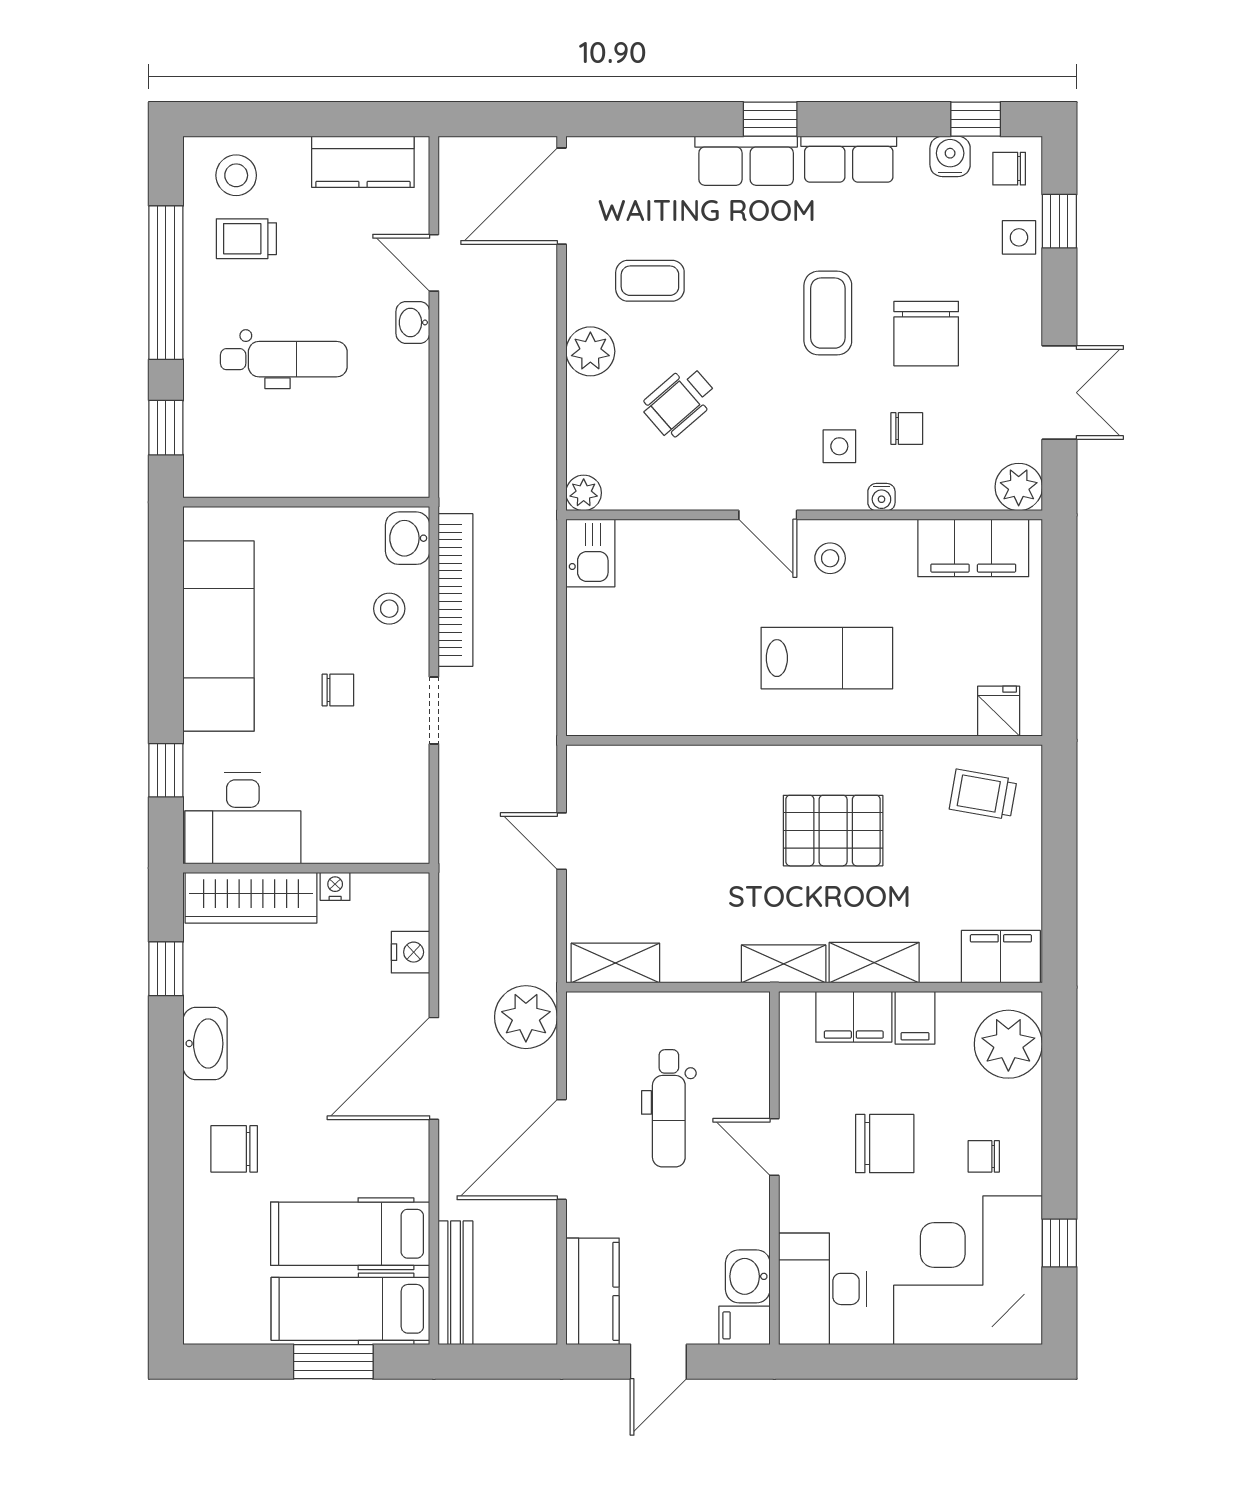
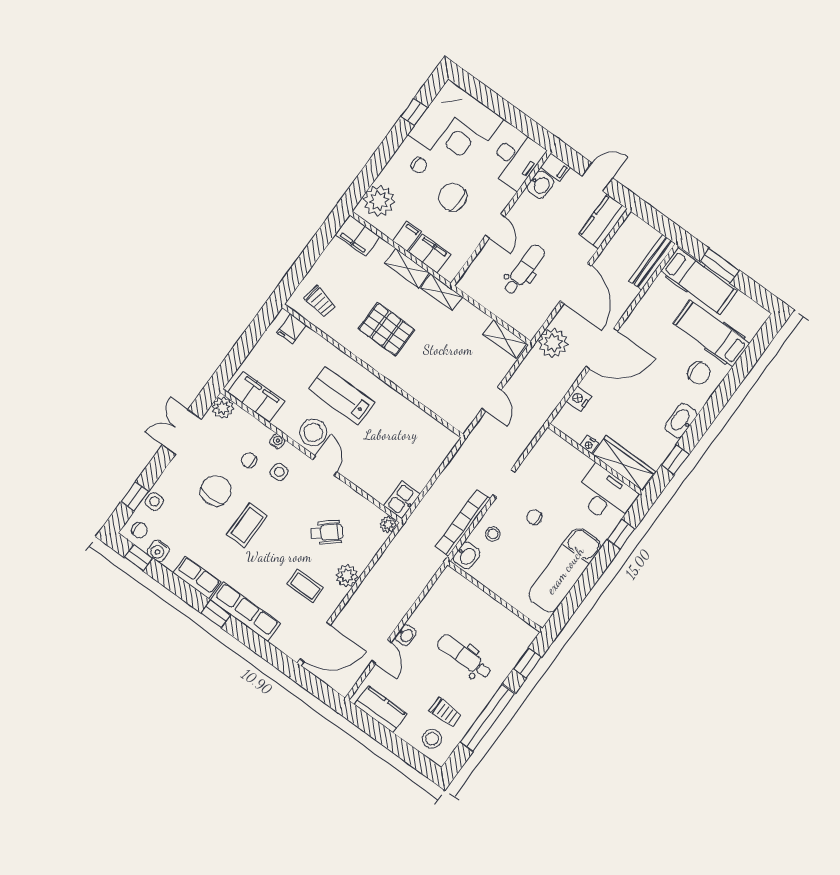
row of seats: (746, 161) -> (245, 612), width x1.48
stool: (830, 558) -> (313, 432), width x1.89, depth x1.89
door: (562, 1150) -> (576, 283), hinge flipped
hospital bed: (350, 1234) -> (711, 333), moved, turned 180

